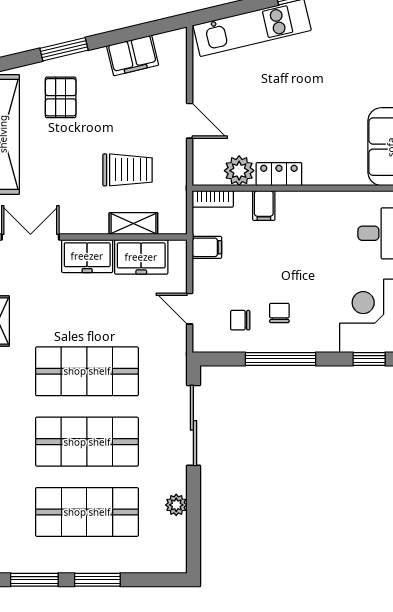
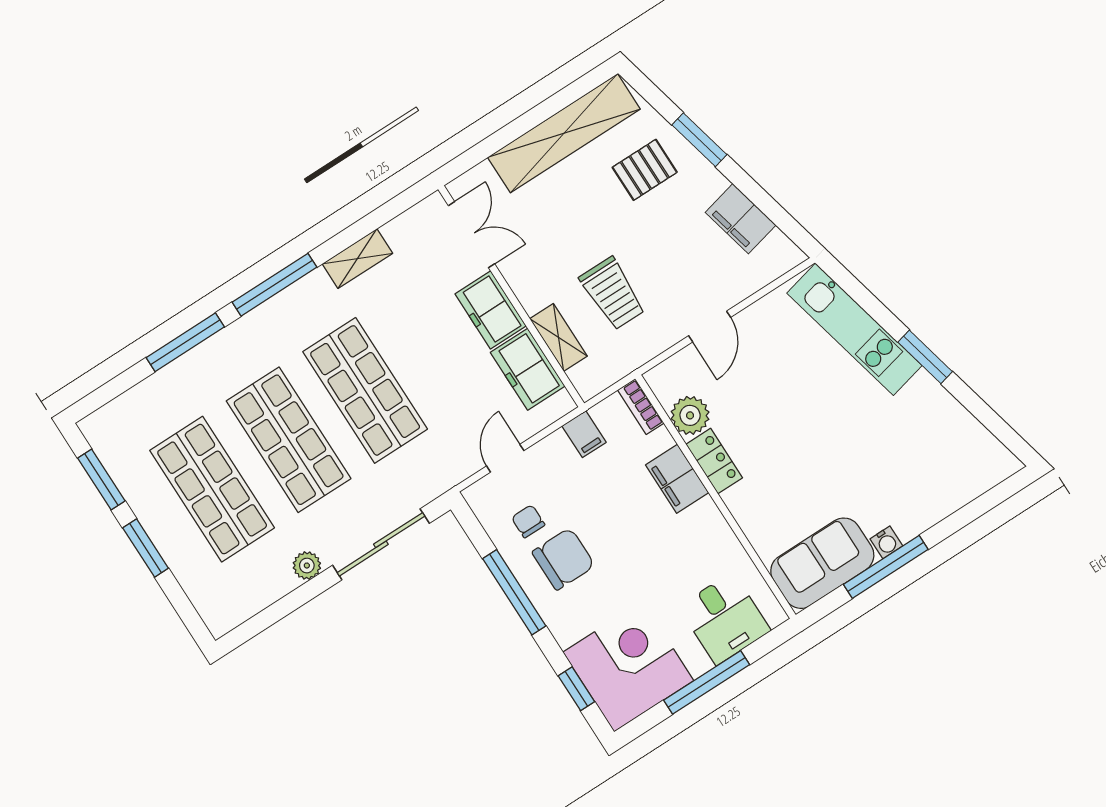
filing cabinet: (264, 206) -> (677, 479), width x2.00
chair: (279, 313) -> (563, 559), width x1.87, depth x1.87
plant: (176, 505) -> (307, 566), moved

